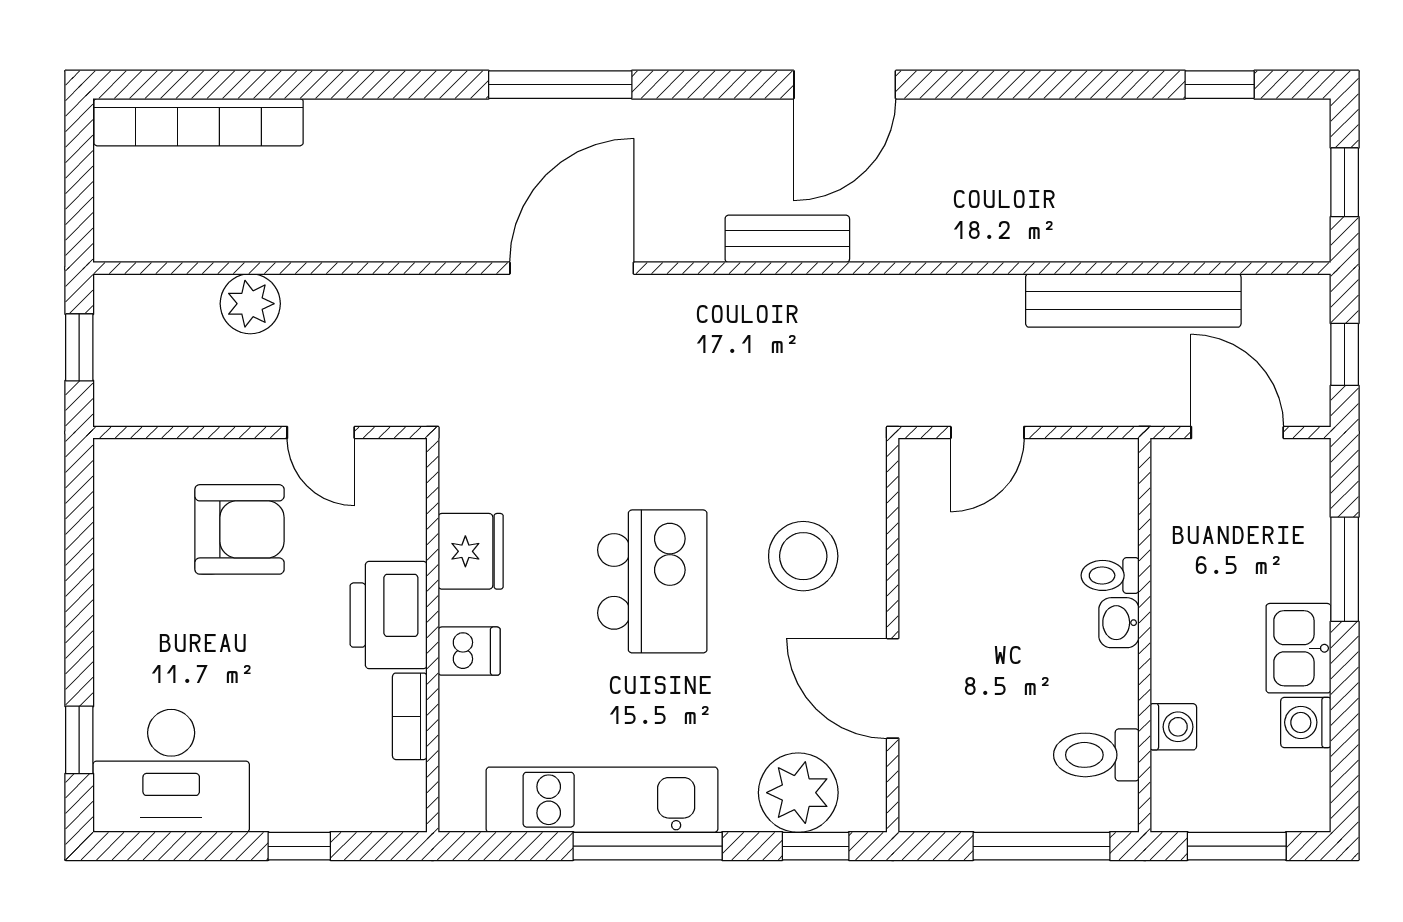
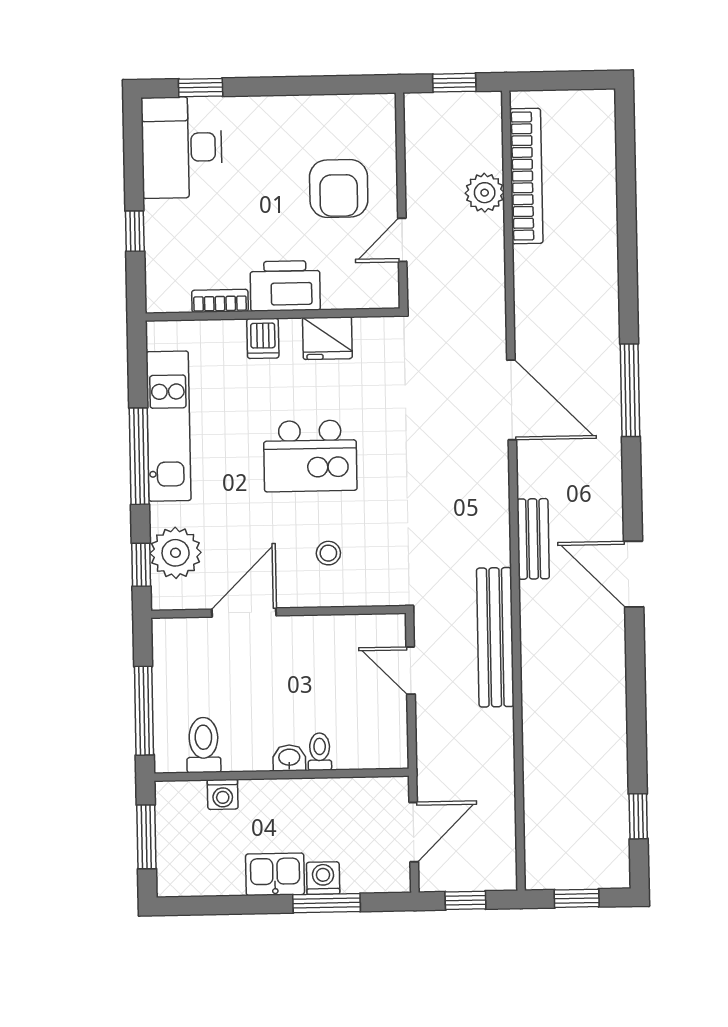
bookcase: (199, 122) -> (526, 176), moved, turned 180
bench: (1133, 300) -> (495, 637), moved
stool: (803, 556) -> (328, 553), width x0.53, depth x0.53
washing machine: (1306, 722) -> (323, 878), moved

